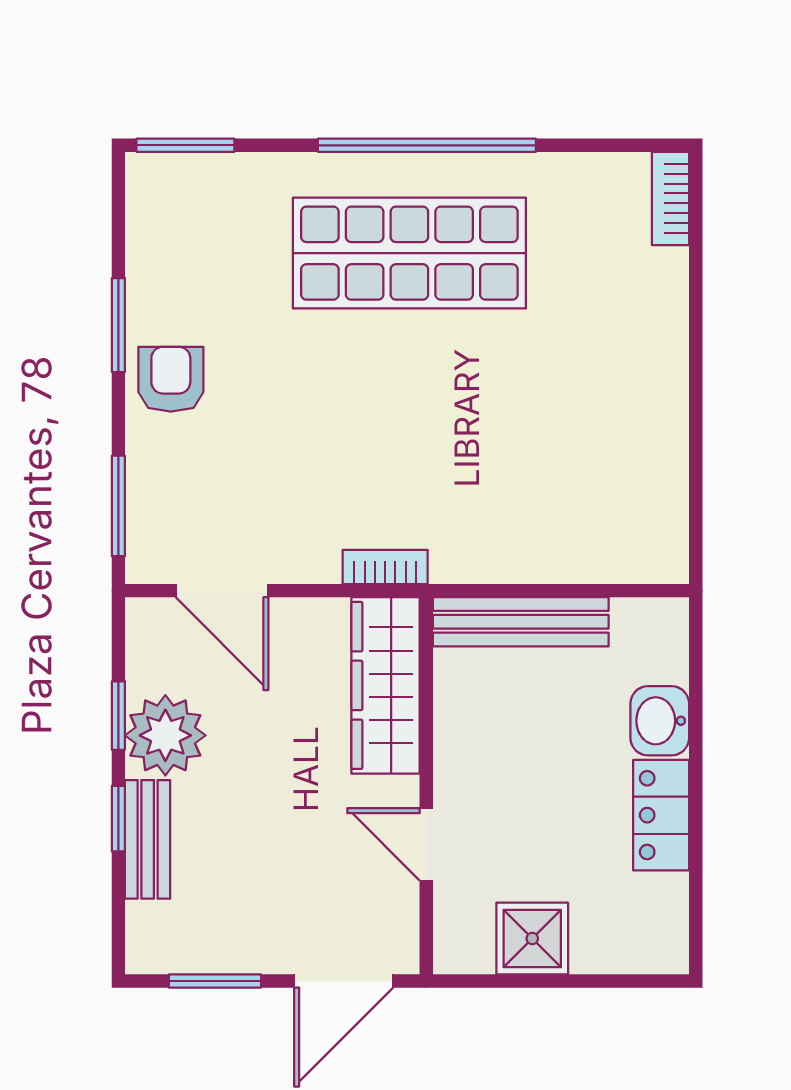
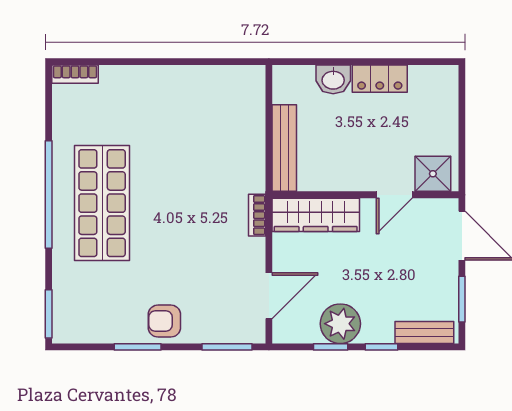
bench: (148, 839) -> (424, 332), moved
shower: (532, 939) -> (433, 174), moved

